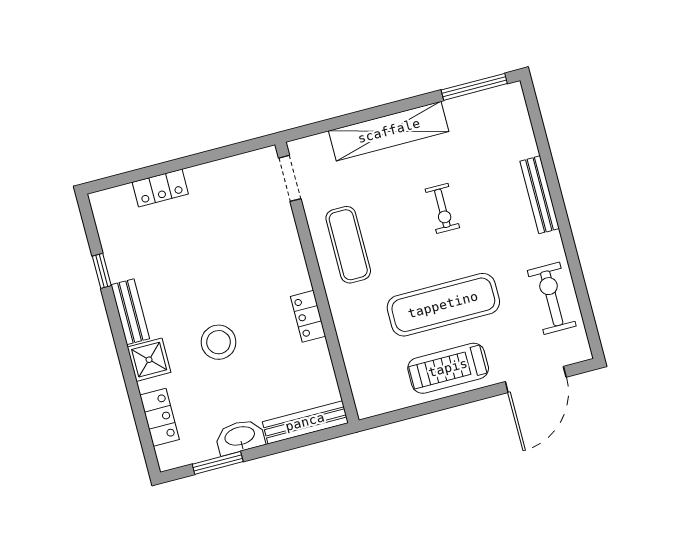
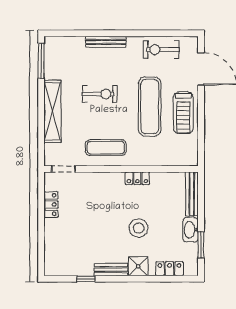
locker: (160, 188) -> (51, 205), moved
exercise bike: (442, 208) -> (100, 94), width x1.38, depth x1.39

